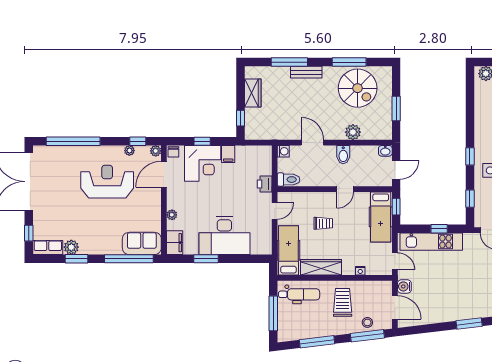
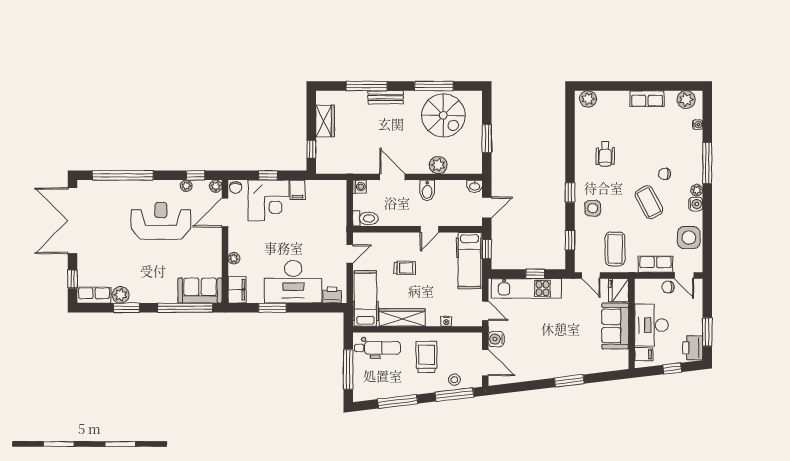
printer: (265, 184) -> (332, 295), moved, turned 90

